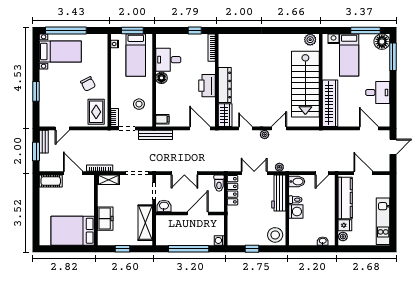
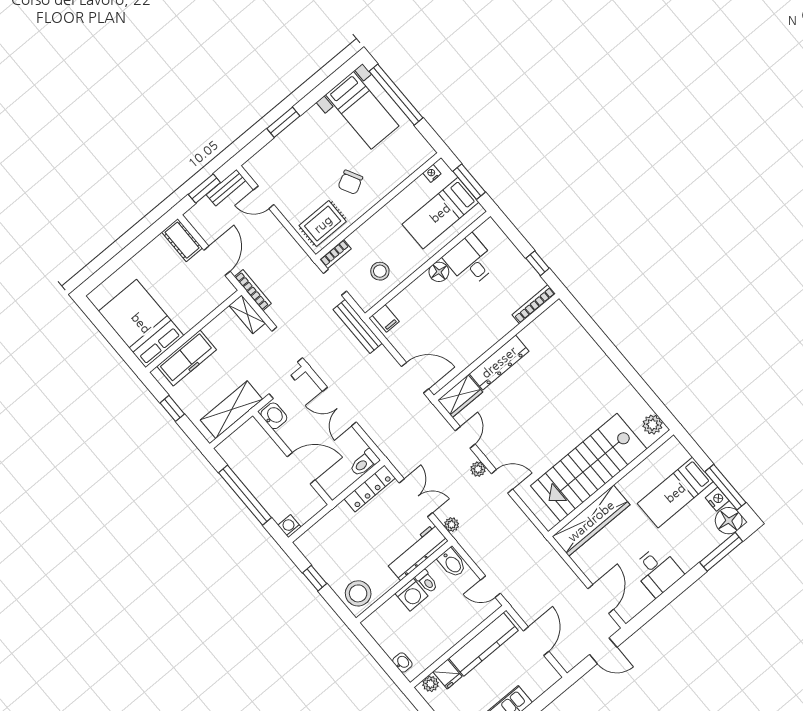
nightstand: (333, 39) -> (717, 499), moved
printer: (207, 86) -> (479, 340), removed
door: (200, 128) -> (415, 378), hinge flipped
freezer: (105, 219) -> (187, 358), width x1.40

